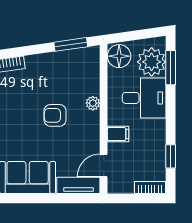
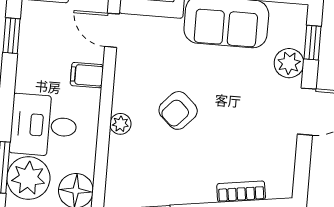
armchair: (55, 115) -> (178, 110), turned 133
door: (104, 165) -> (112, 30), swing flipped

